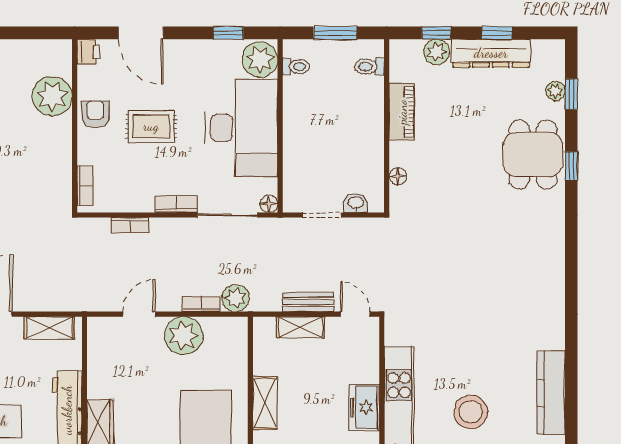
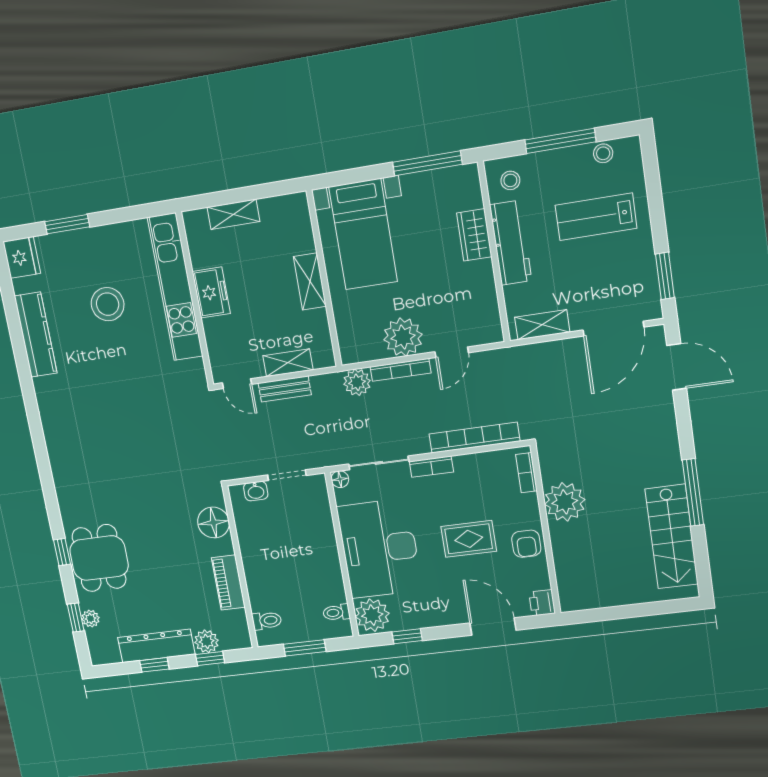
plant: (52, 96) -> (565, 502), moved
floor lamp: (398, 176) -> (213, 523), width x1.89, depth x1.89
bookcase: (130, 225) -> (474, 438), width x2.31, depth x1.31
bookcase: (201, 304) -> (401, 370), width x1.56

